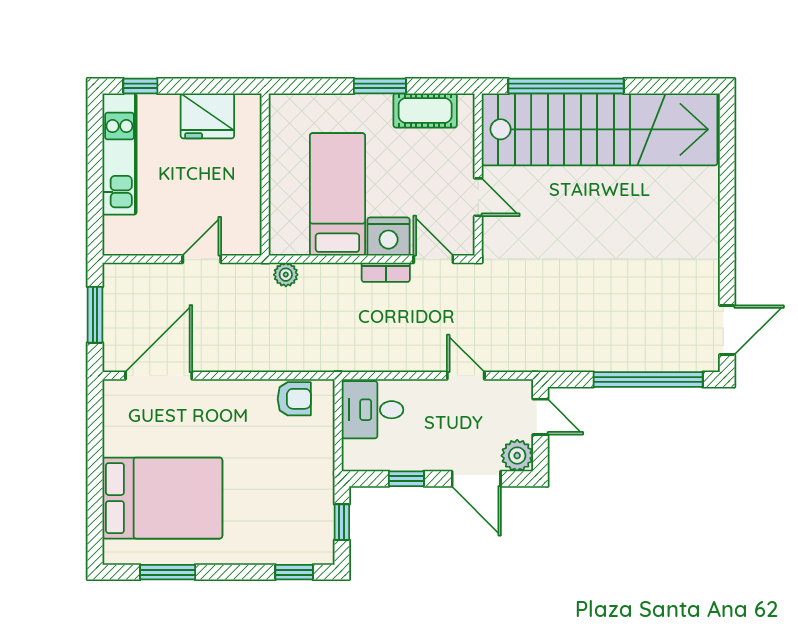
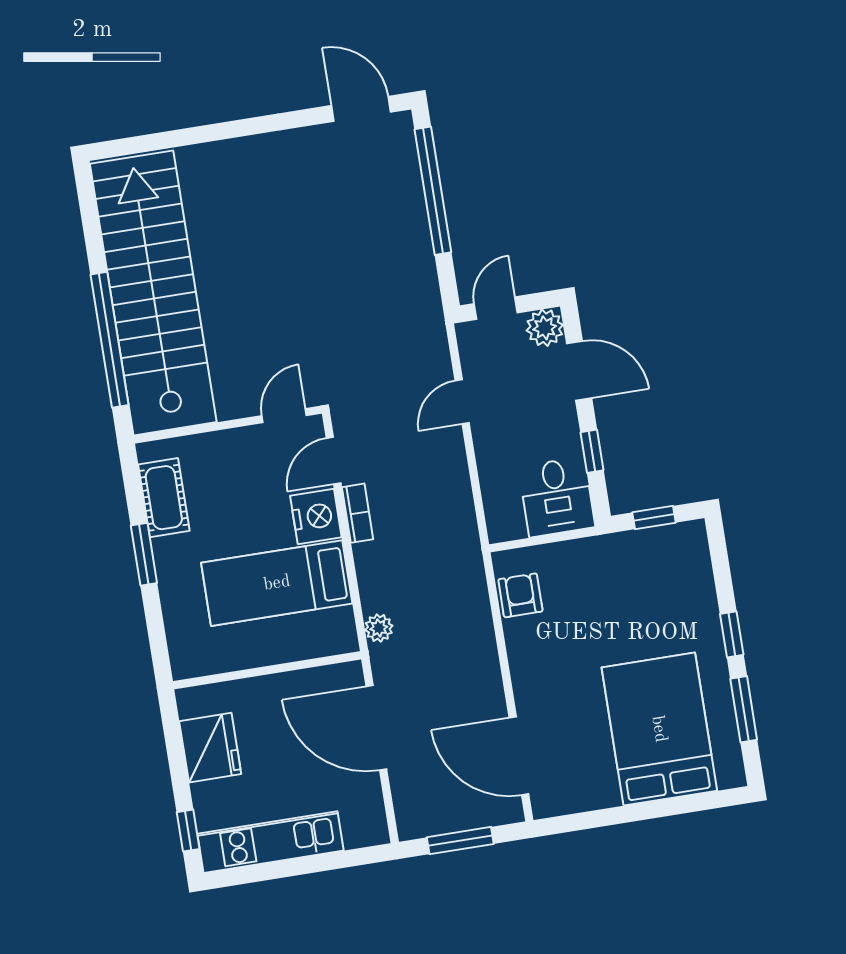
door: (478, 197) -> (284, 416), moved
door: (202, 259) -> (376, 728), width x1.88
desk: (372, 410) -> (557, 497), moved
door: (476, 479) -> (579, 371), hinge flipped
window: (294, 572) -> (732, 634), moved

